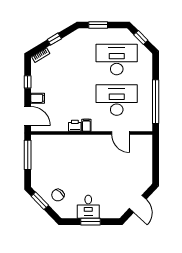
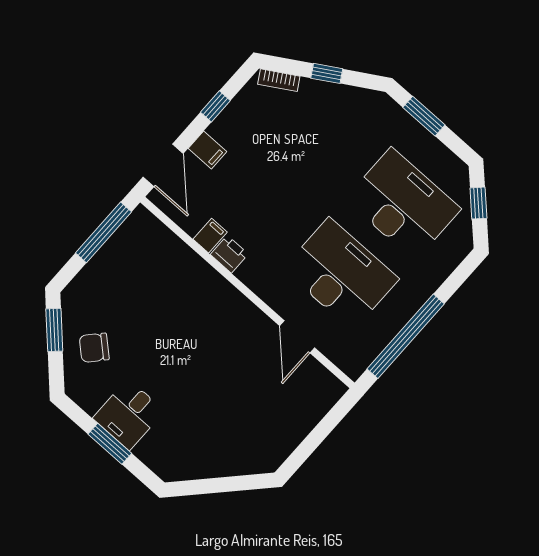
filing cabinet: (86, 125) -> (210, 236), moved
door: (138, 204) -> (219, 485), removed

